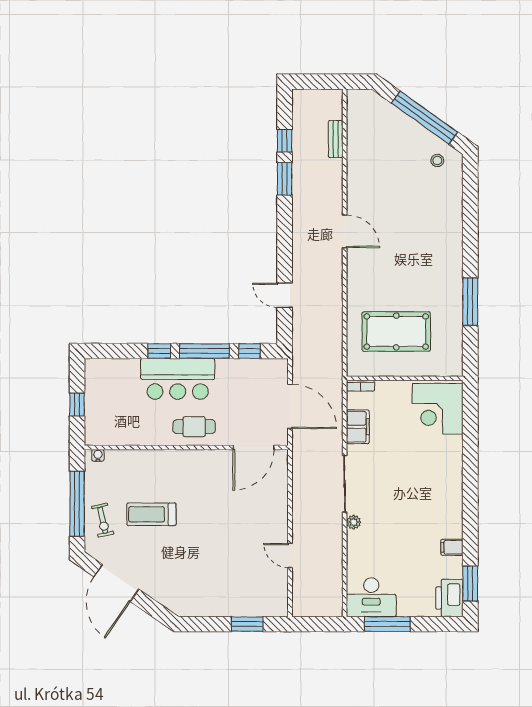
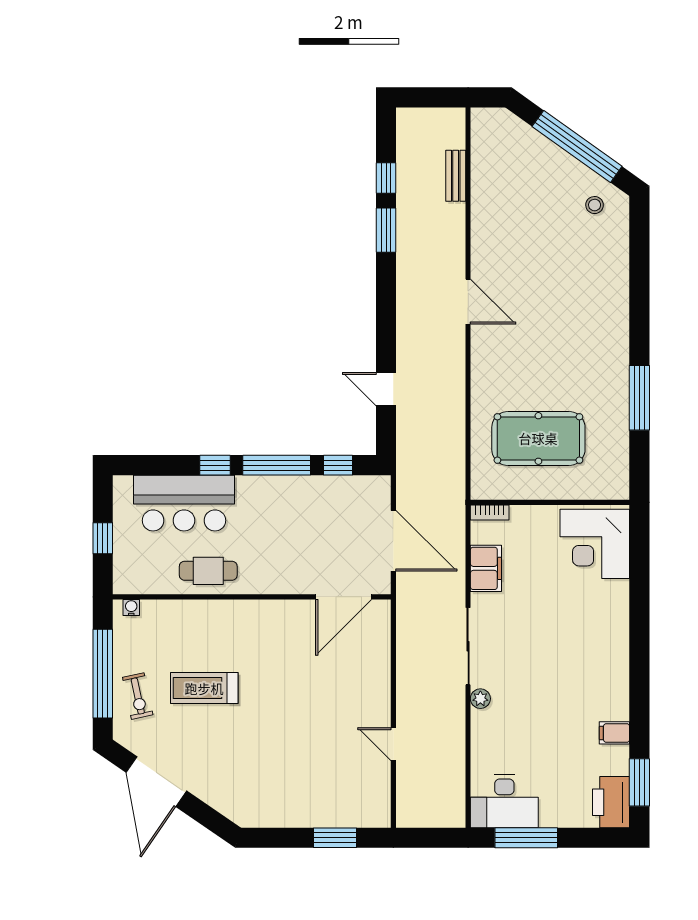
bar counter: (178, 379) -> (184, 503), moved
cafe table: (194, 427) -> (208, 571), moved

